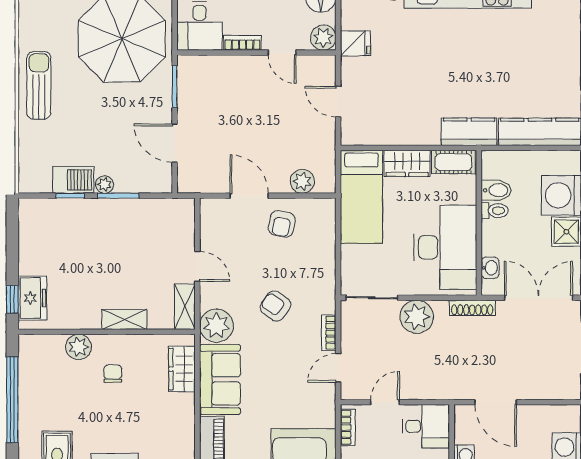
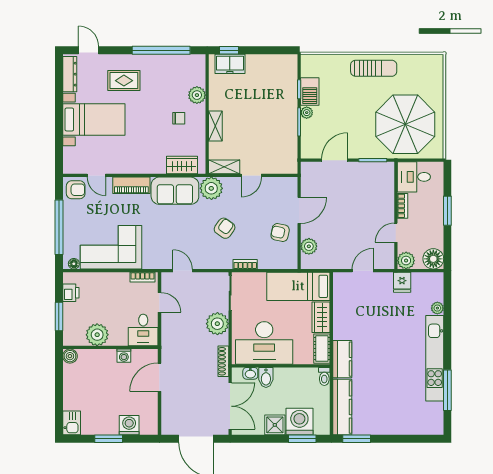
bidet: (496, 190) -> (266, 377), moved
toilet: (495, 211) -> (324, 376), moved
bookcase: (329, 333) -> (245, 264), moved

